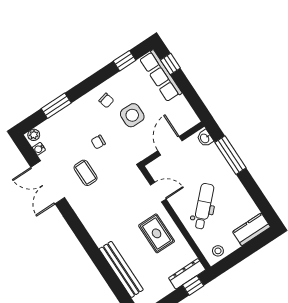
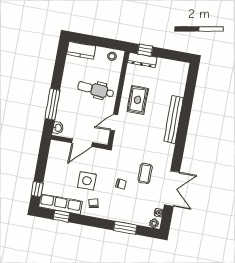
row of seats: (161, 76) -> (60, 204), moved, turned -90
door: (158, 192) -> (114, 123), hinge flipped
dental chair: (204, 206) -> (96, 90), turned 49
bench: (121, 269) -> (174, 120), moved

